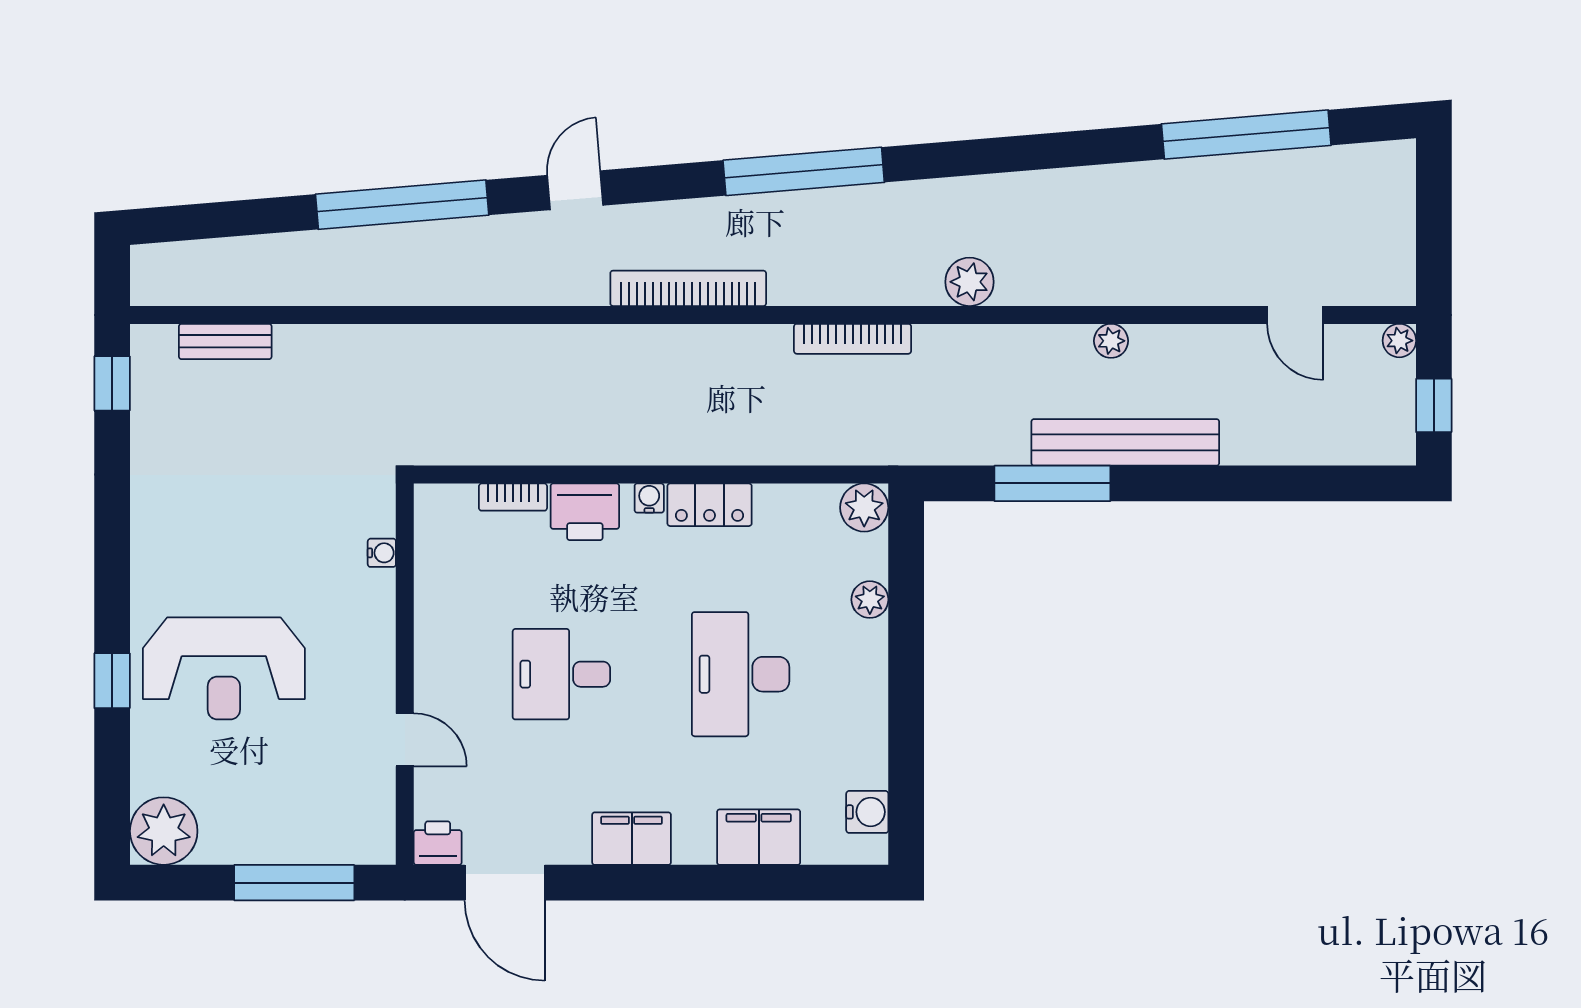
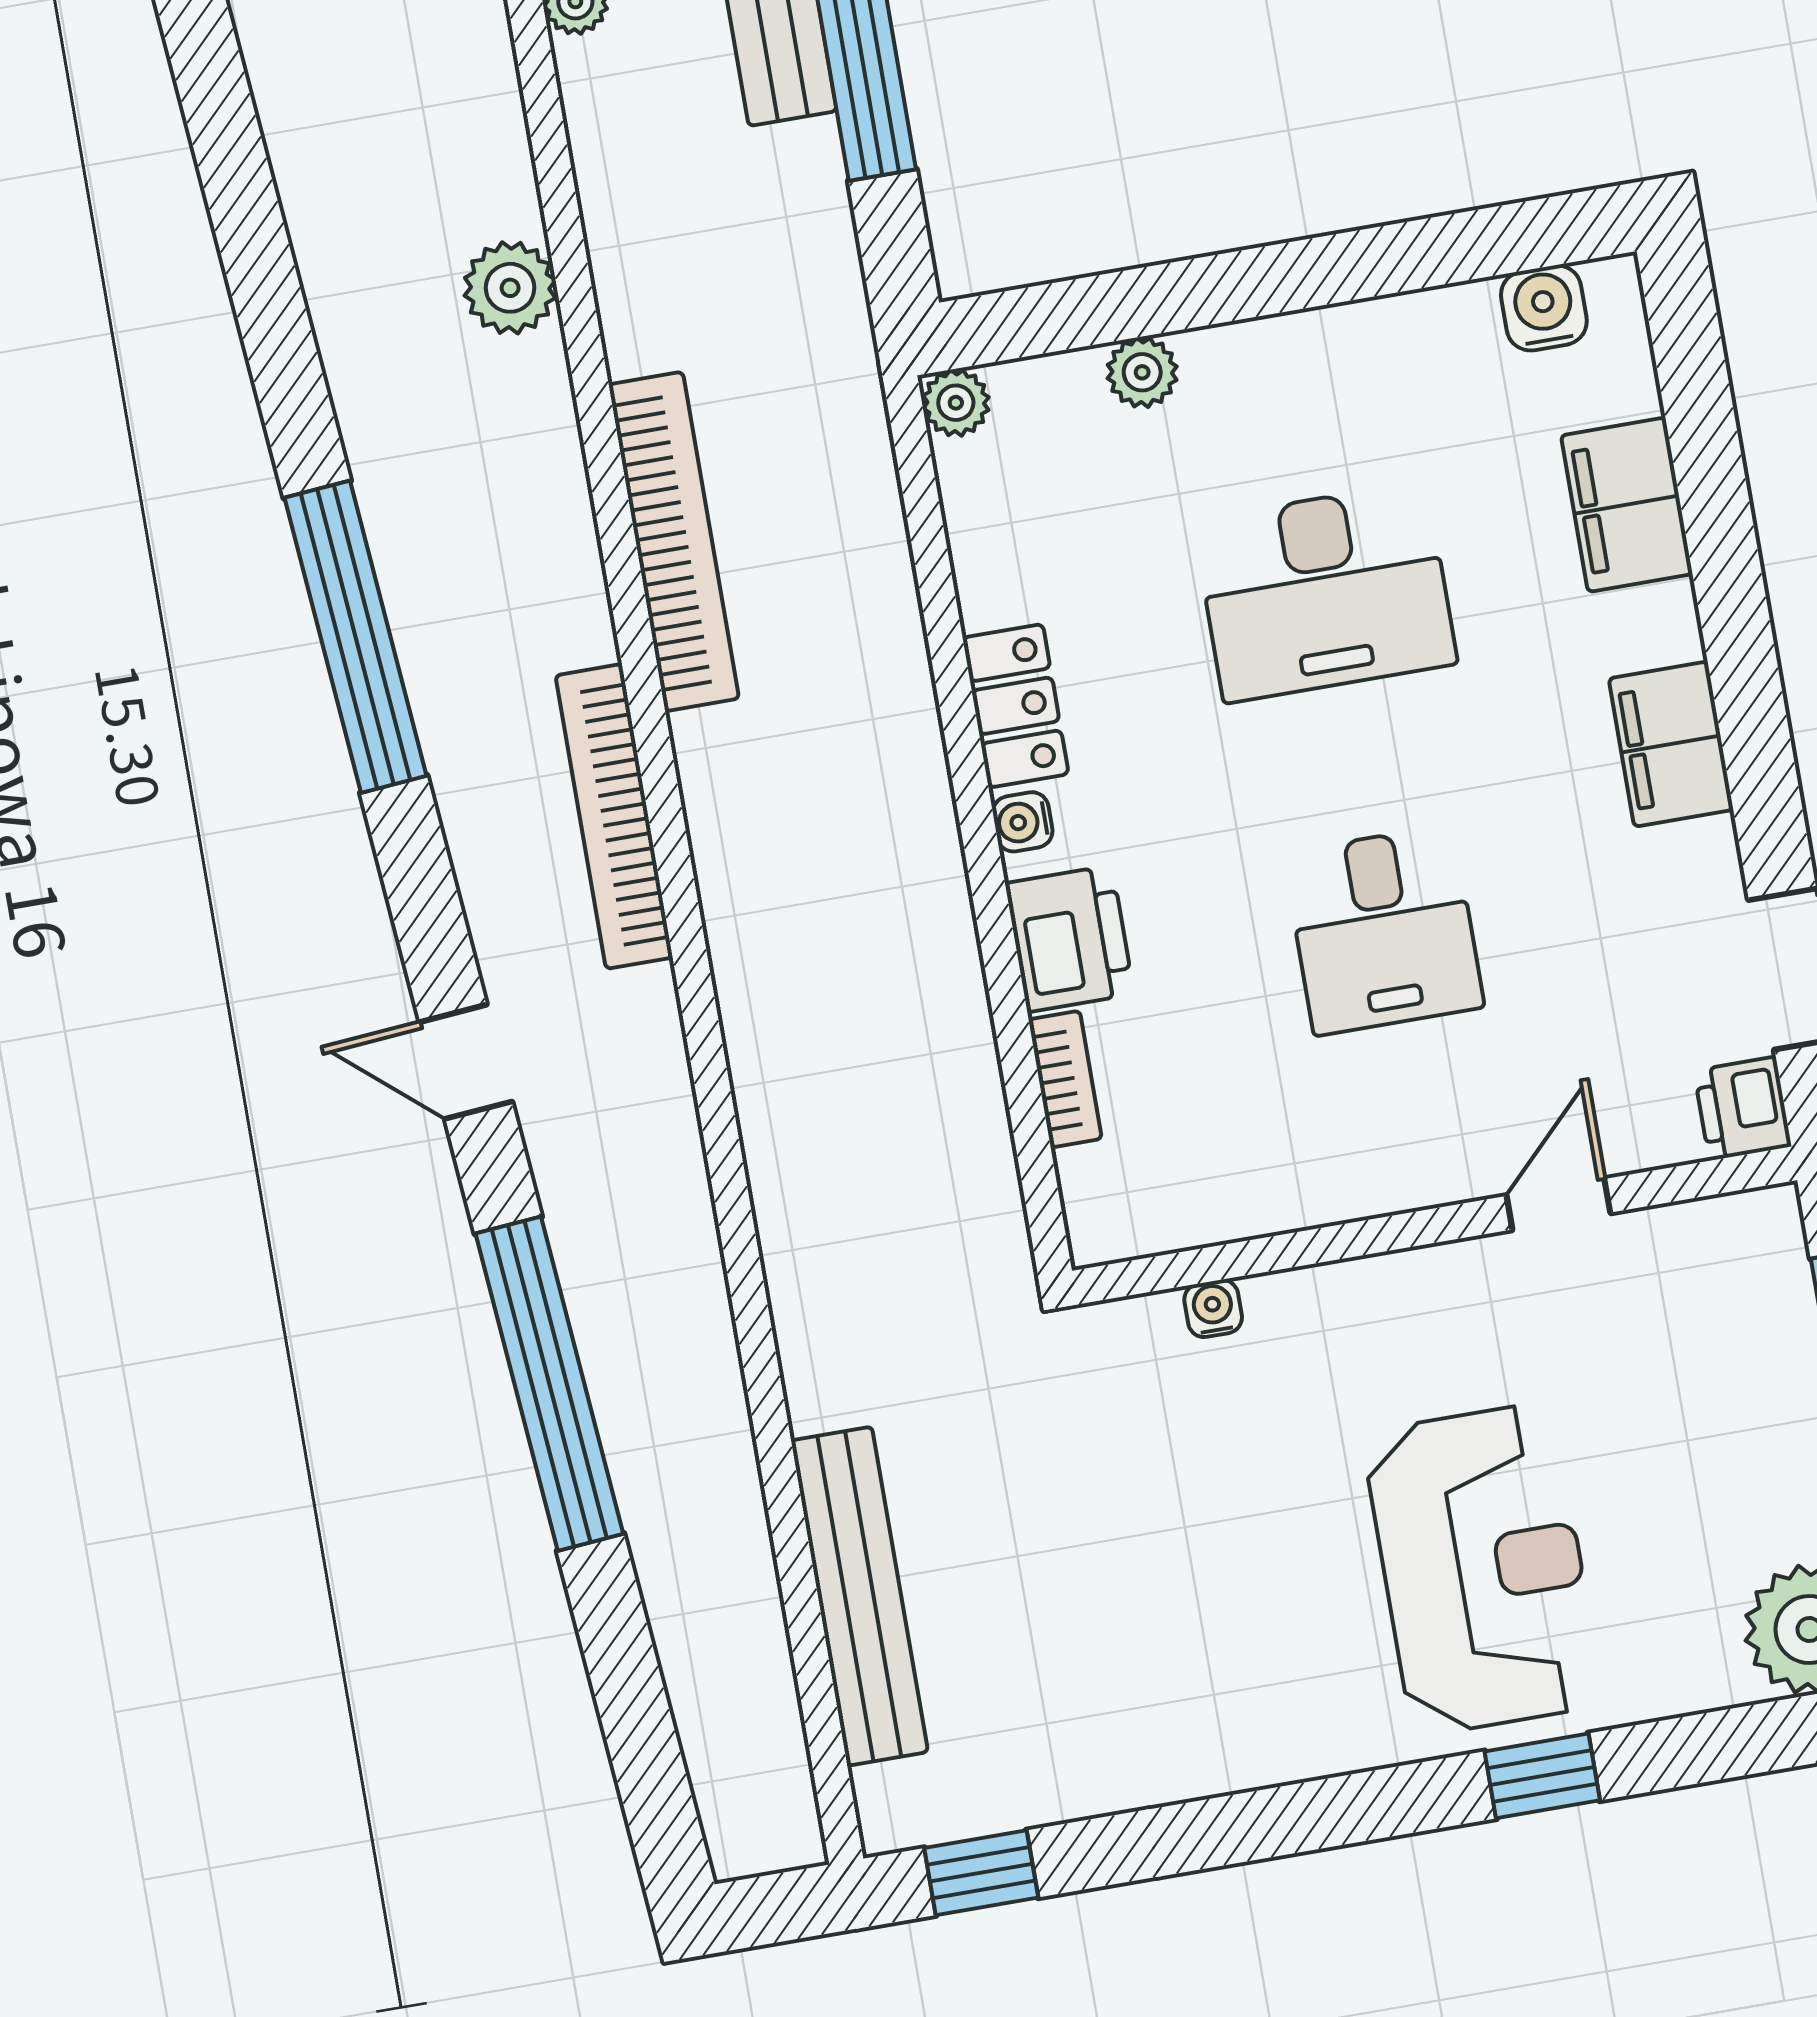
bookcase: (853, 339) -> (674, 542), width x1.48, depth x1.31
bench: (225, 341) -> (859, 1596), width x1.86, depth x1.21
plant: (864, 508) -> (956, 403), width x0.73, depth x0.73

